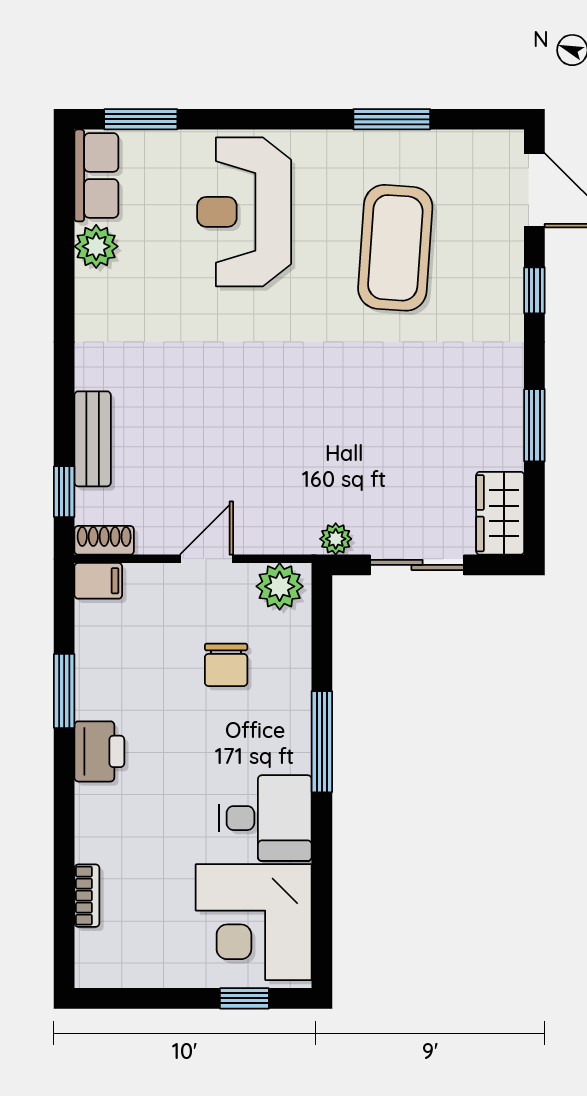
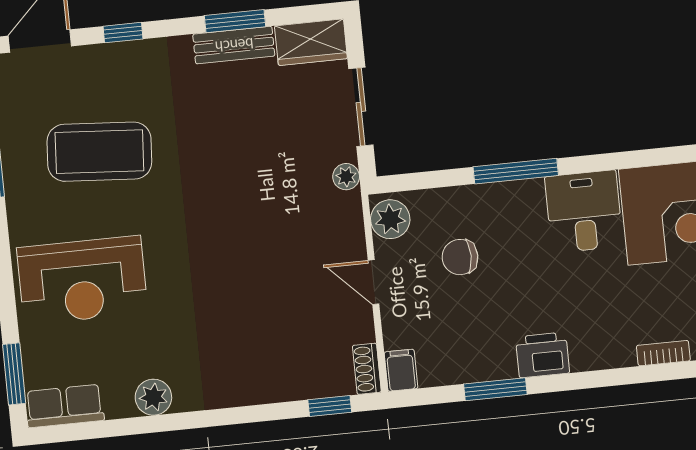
plant: (96, 246) -> (153, 397), moved
bench: (93, 439) -> (234, 45), moved
chair: (226, 665) -> (460, 257), turned 180

